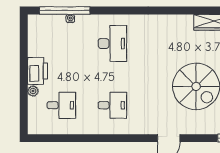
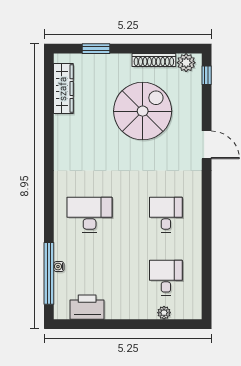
printer: (37, 71) -> (87, 307), moved
plant: (33, 91) -> (164, 313), moved

